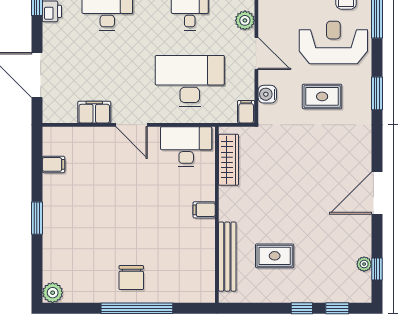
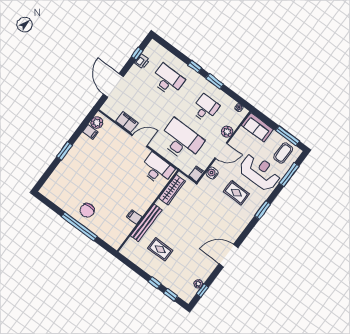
door: (256, 53) -> (221, 151), hinge flipped
door: (132, 125) -> (140, 141), swing flipped
filing cabinet: (204, 210) -> (134, 217), moved
bench: (227, 257) -> (146, 223), moved
plant: (53, 293) -> (97, 123), moved

